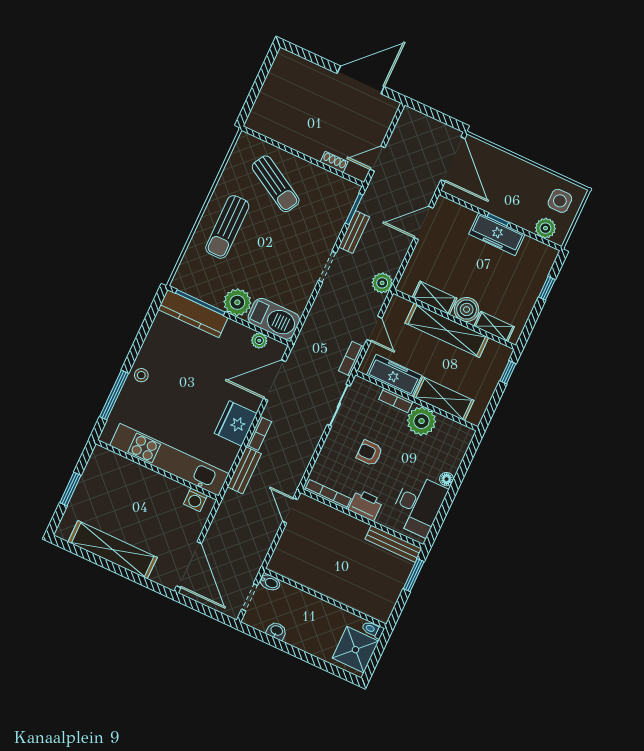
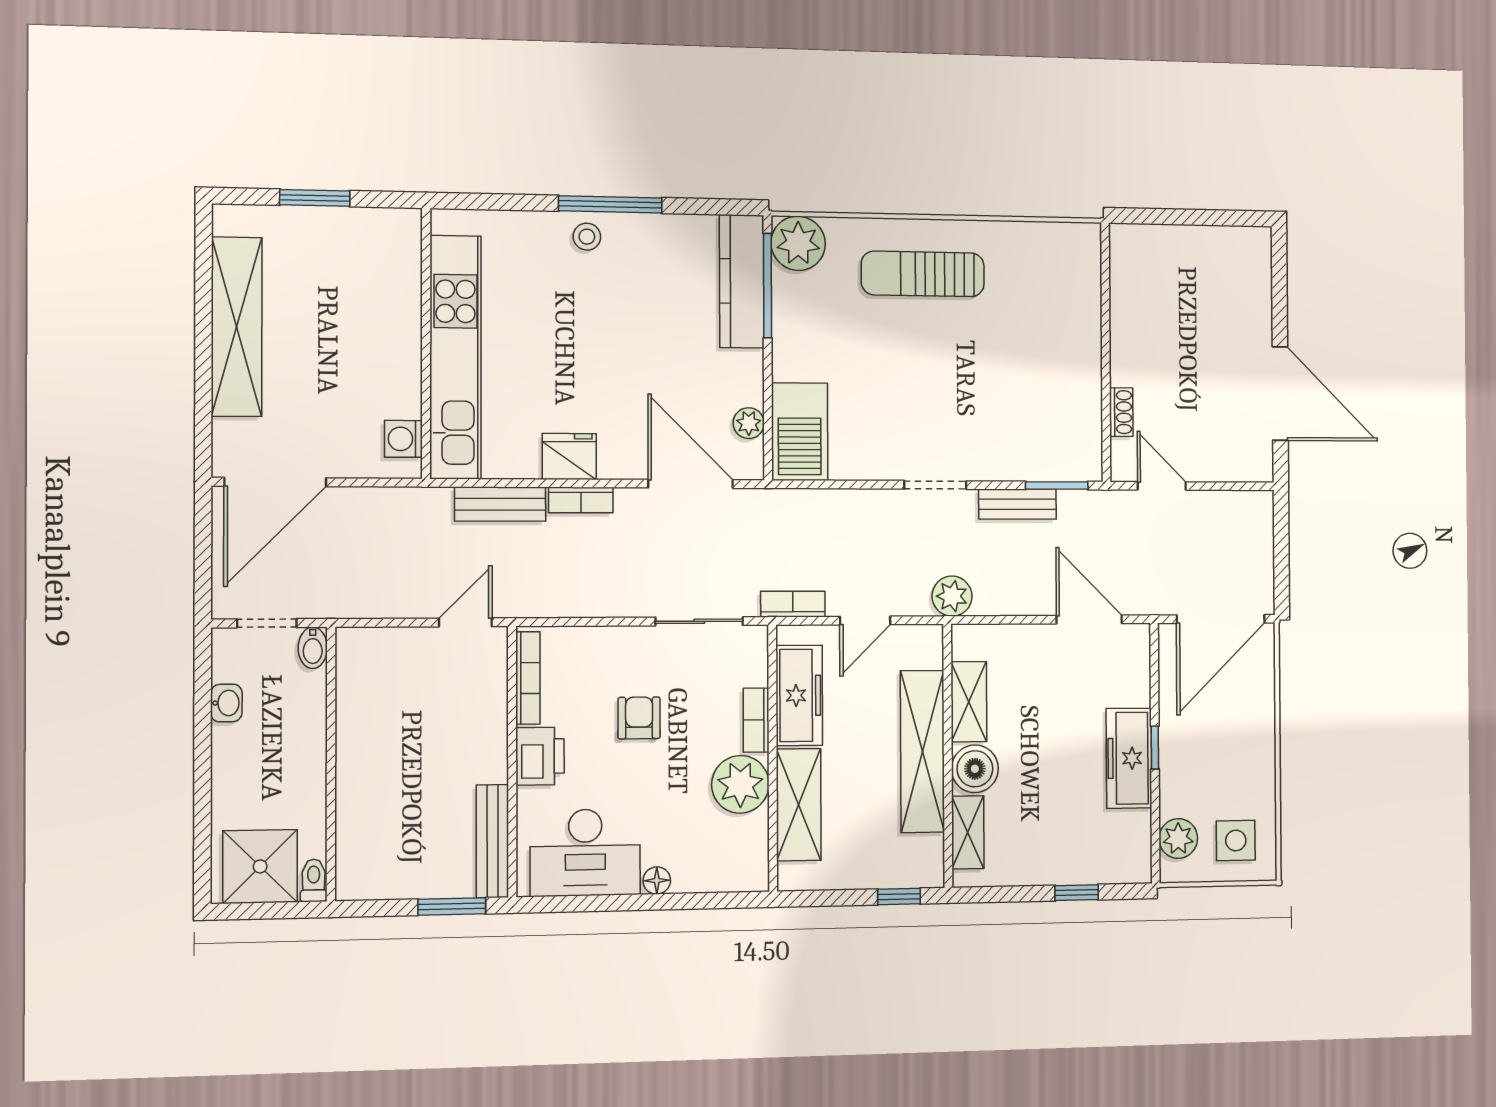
sun lounger: (276, 184) -> (1037, 326), removed
plant: (237, 302) -> (798, 243), moved
window: (114, 395) -> (610, 204), moved
fridge: (236, 423) -> (569, 456), width x0.73, depth x0.75

